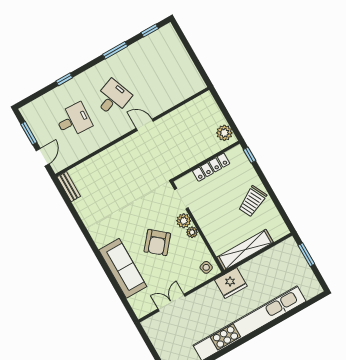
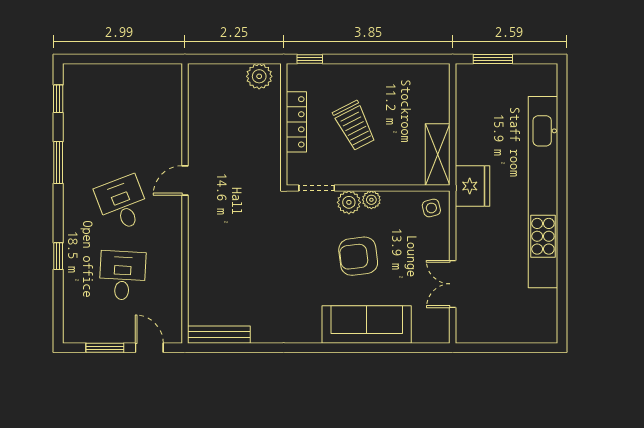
bench: (69, 187) -> (219, 335), width x1.36
trolley: (252, 201) -> (354, 126), moved
armchair: (157, 243) -> (358, 256), turned 133
shelving: (245, 250) -> (438, 155), width x0.68

